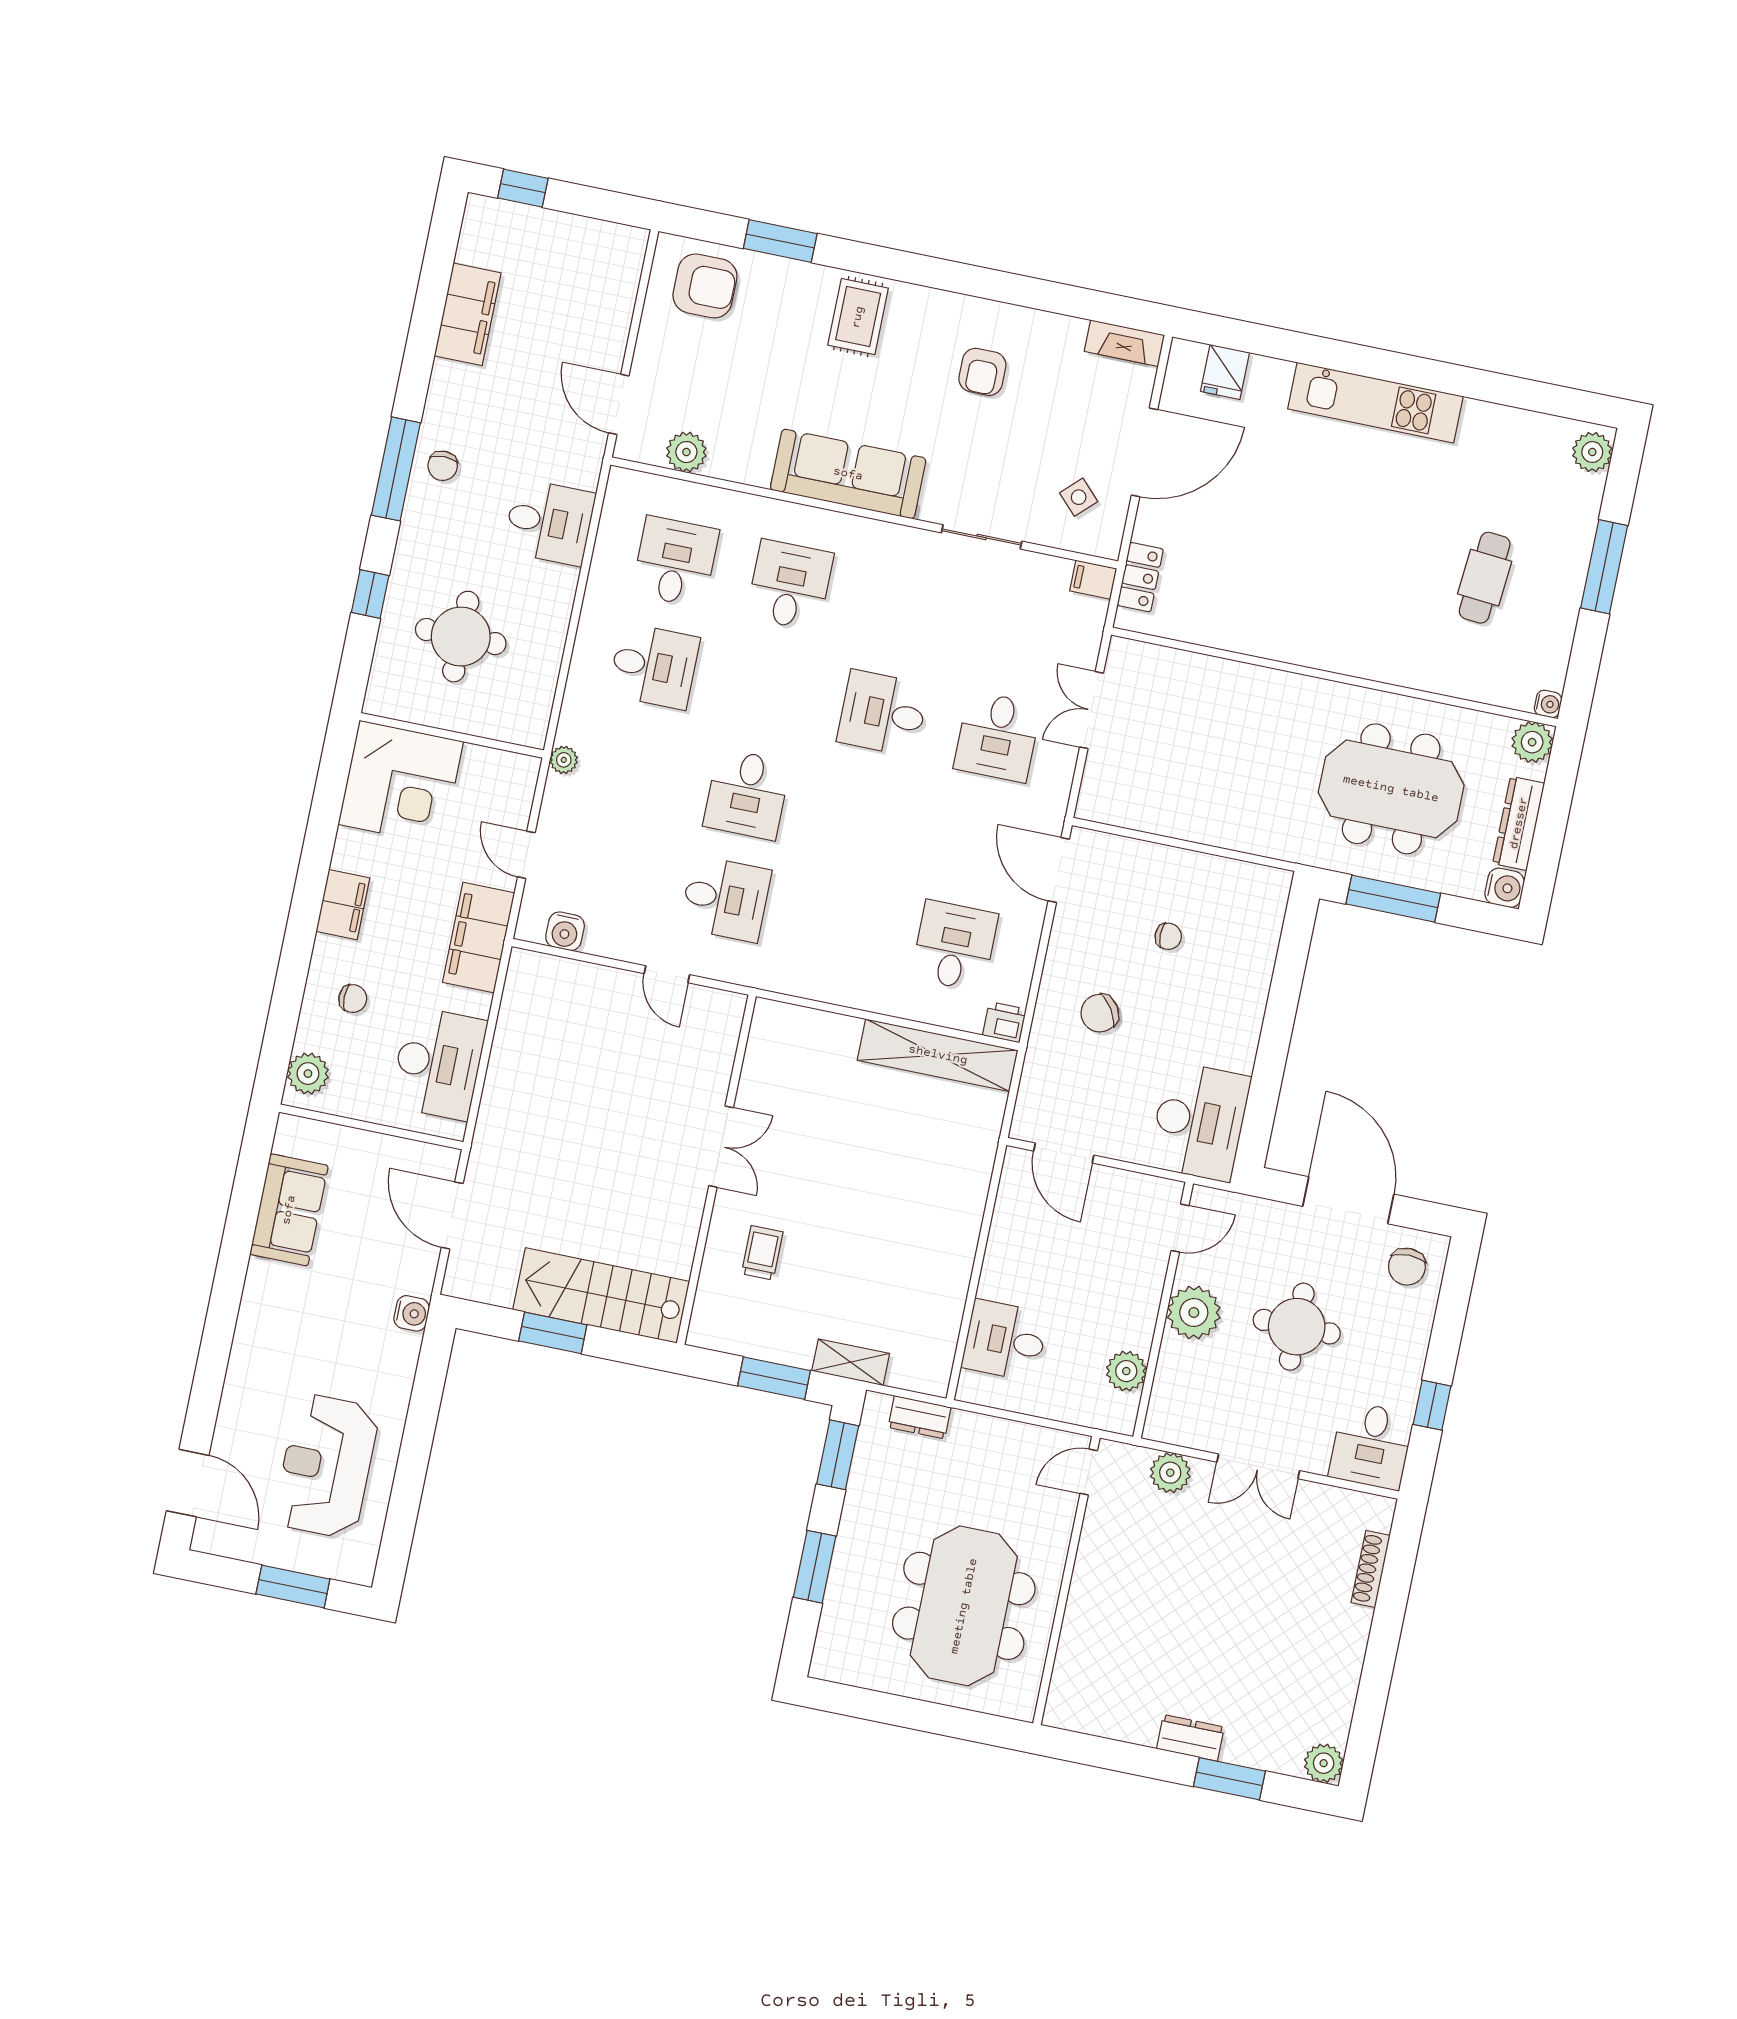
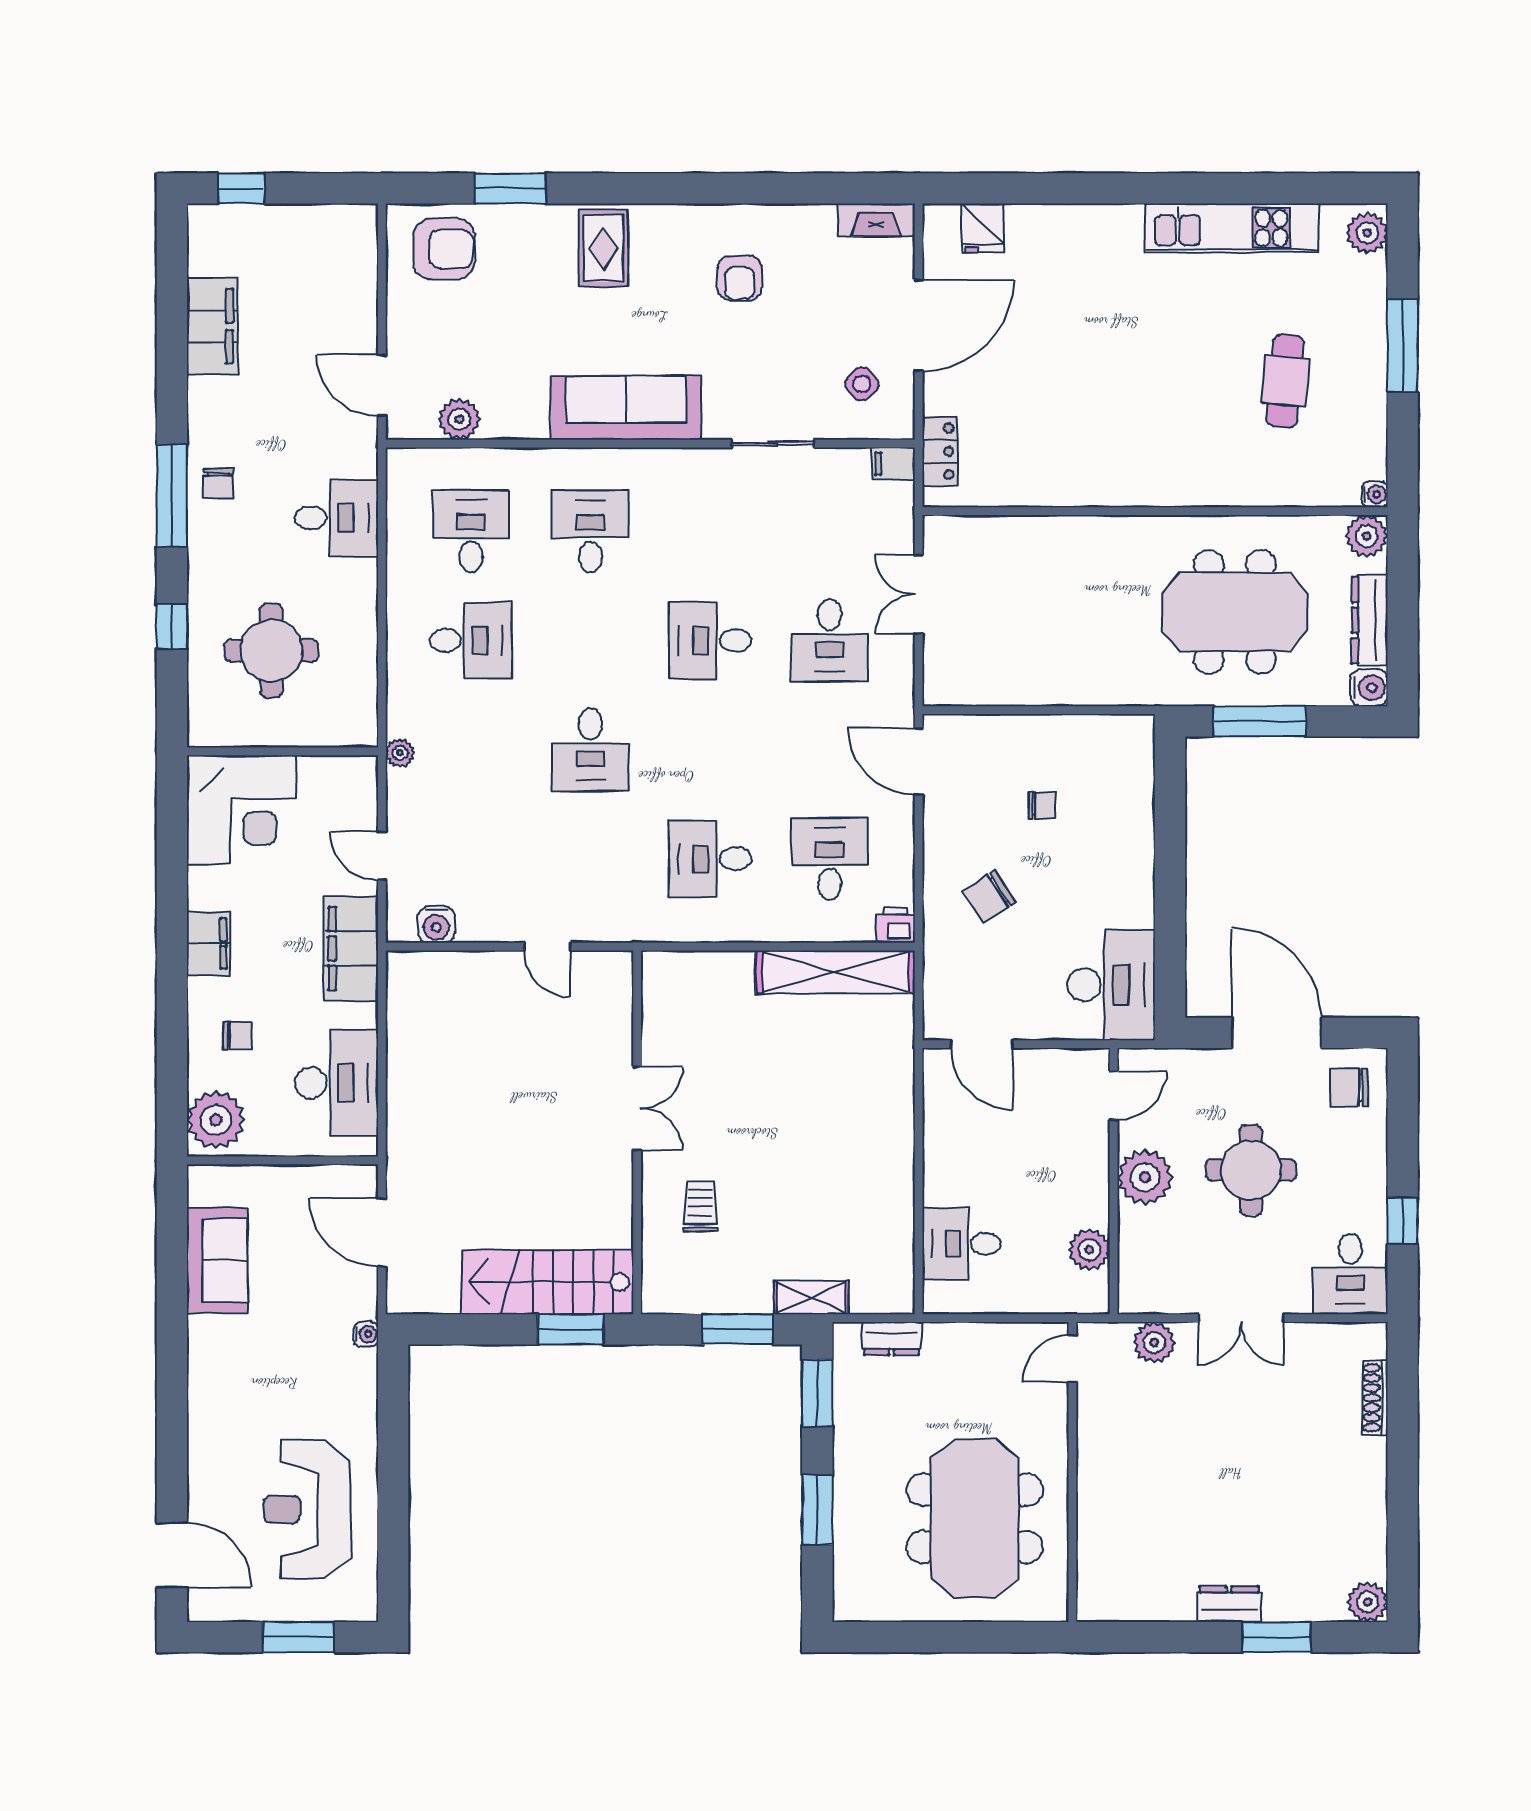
kitchen unit: (1375, 403) -> (1231, 228), moved
desk: (725, 899) -> (710, 859), moved, turned 180
plant: (308, 1074) -> (216, 1120), width x1.36, depth x1.36
chair: (1407, 1267) -> (1349, 1087), turned 90
water cooler: (412, 1313) -> (366, 1334), width x0.72, depth x0.72
window: (553, 1333) -> (571, 1329), moved

